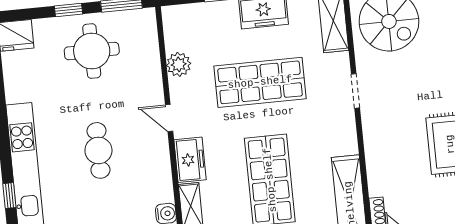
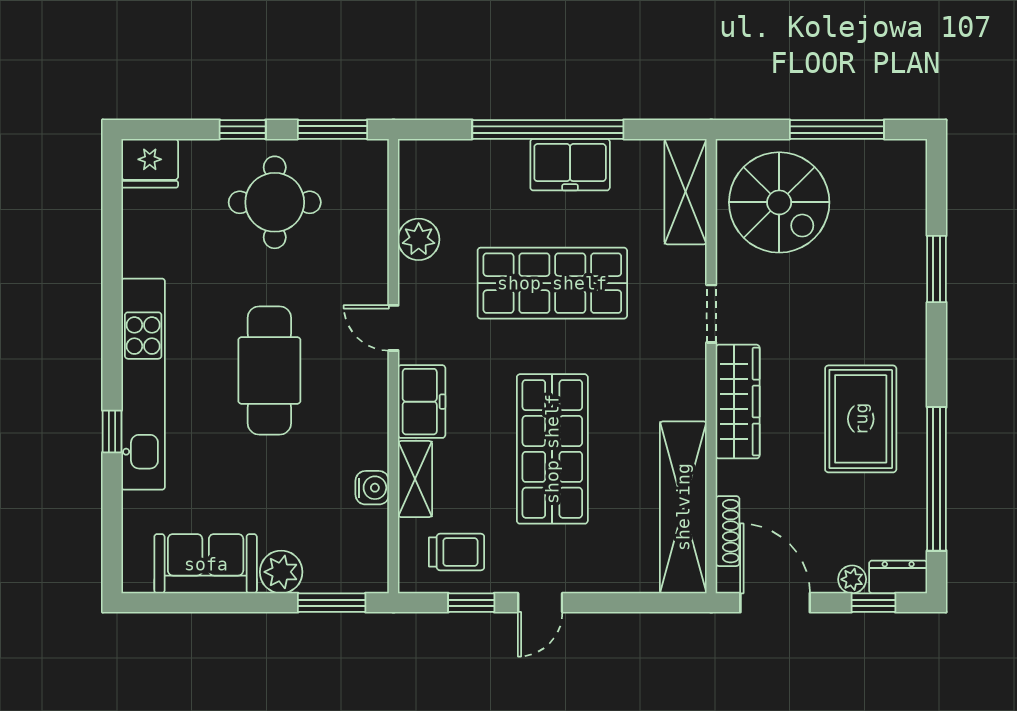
wardrobe: (376, 141) -> (738, 402), added
cafe table: (98, 150) -> (269, 370), width x1.37, depth x1.35

